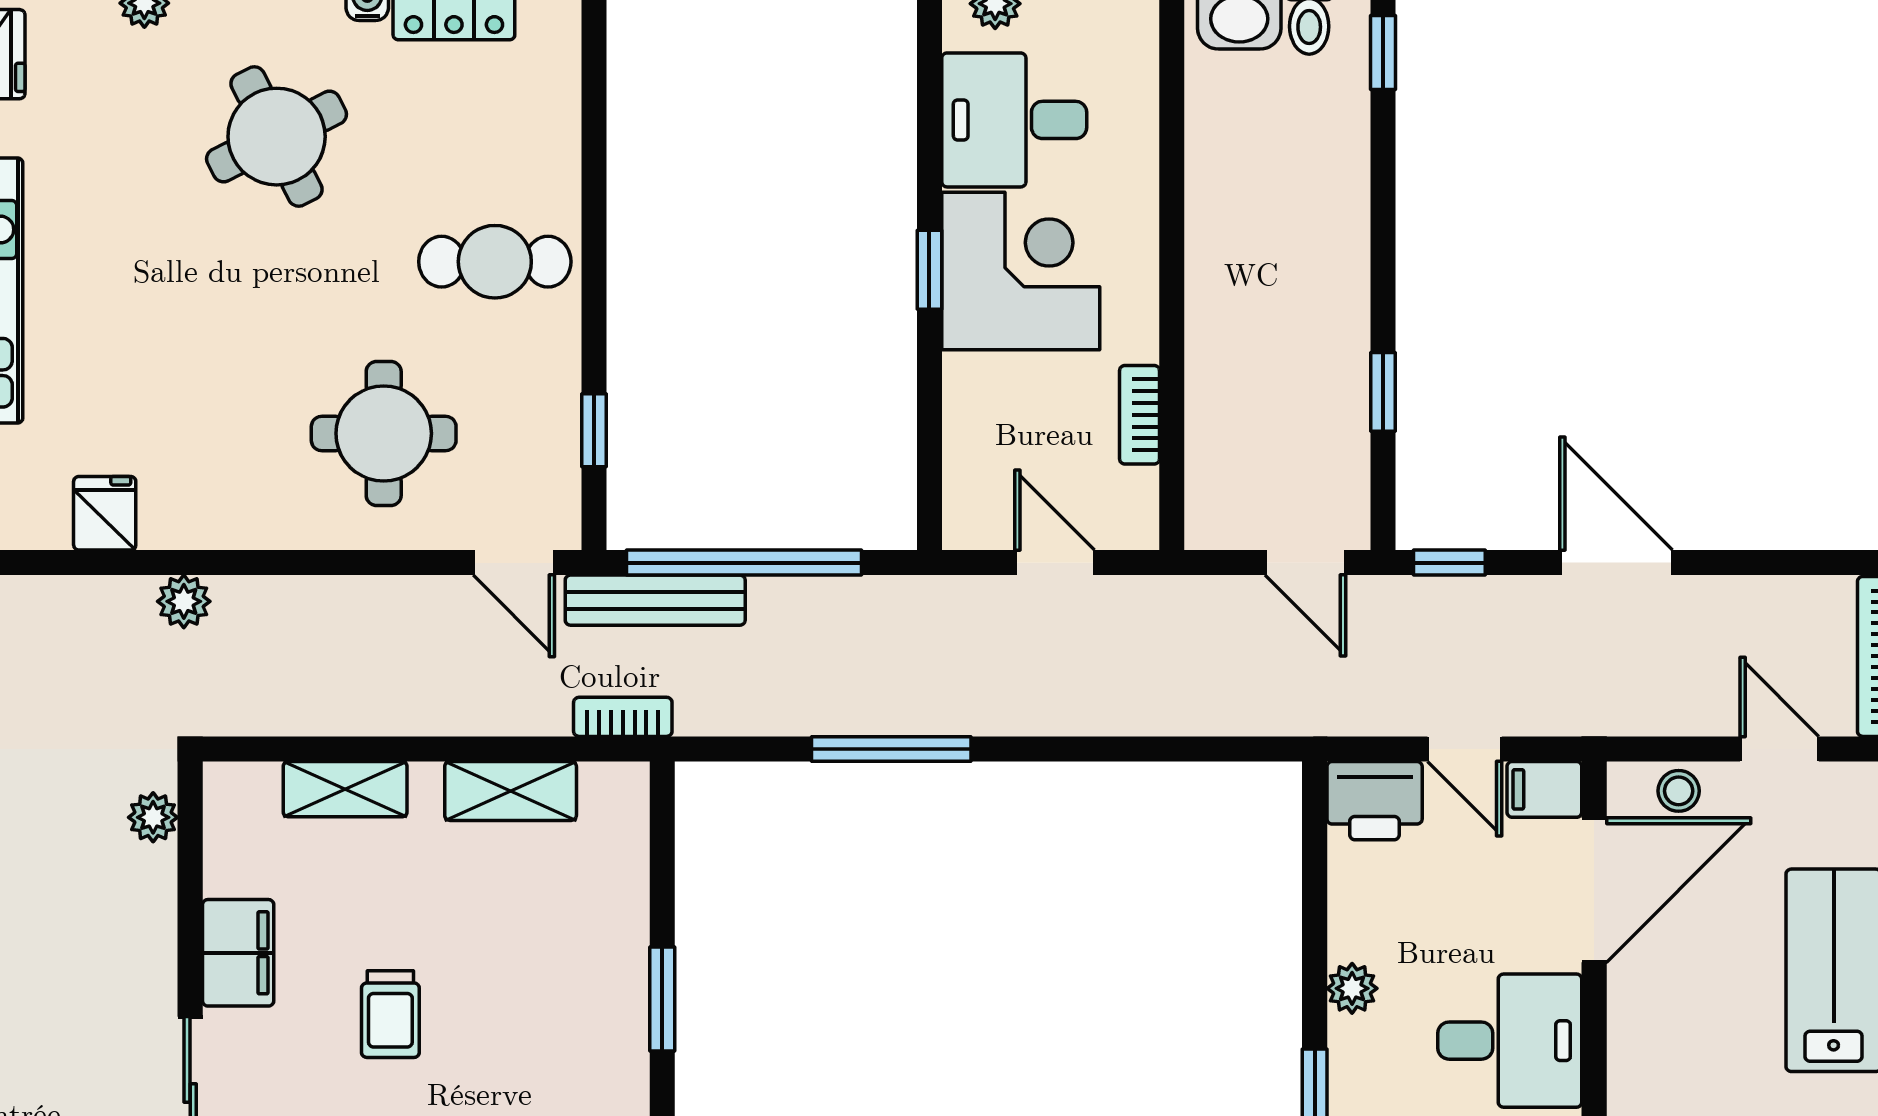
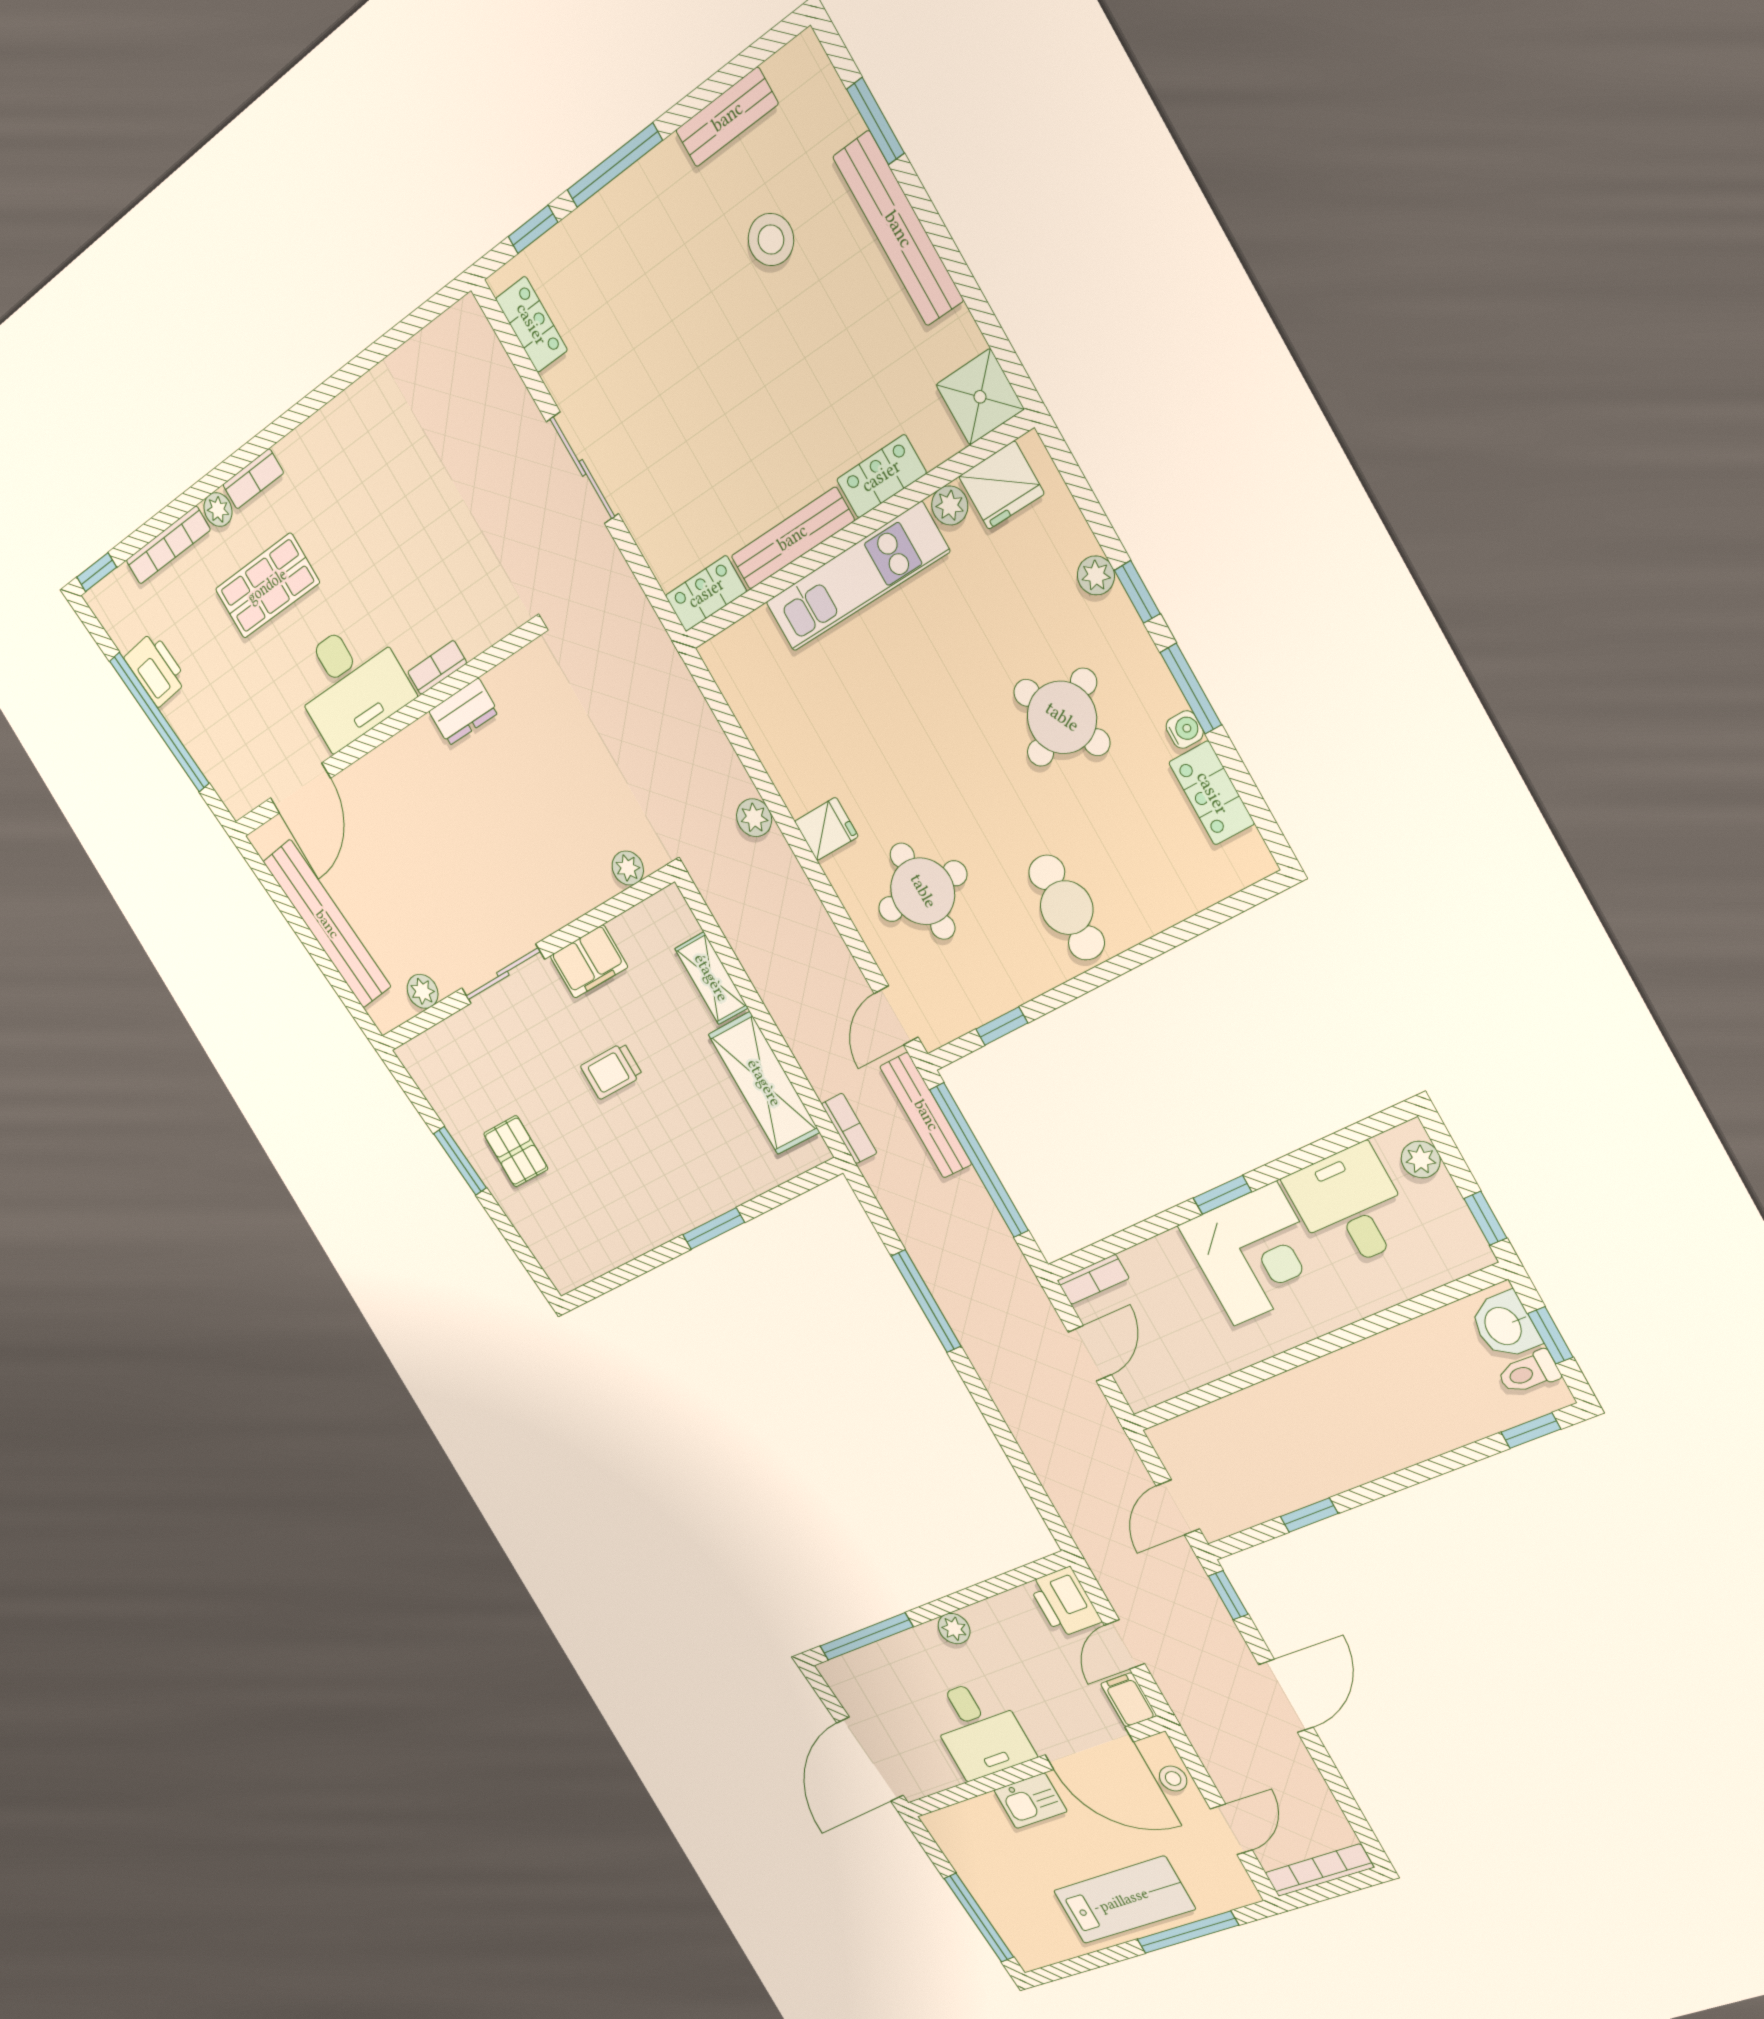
bookcase: (1140, 415) -> (1093, 1279), moved, turned 180
fridge: (105, 513) -> (826, 829), moved
shelving: (511, 791) -> (764, 1083), width x1.50, depth x1.33
kitchen sink: (1641, 1025) -> (1030, 1801), added

